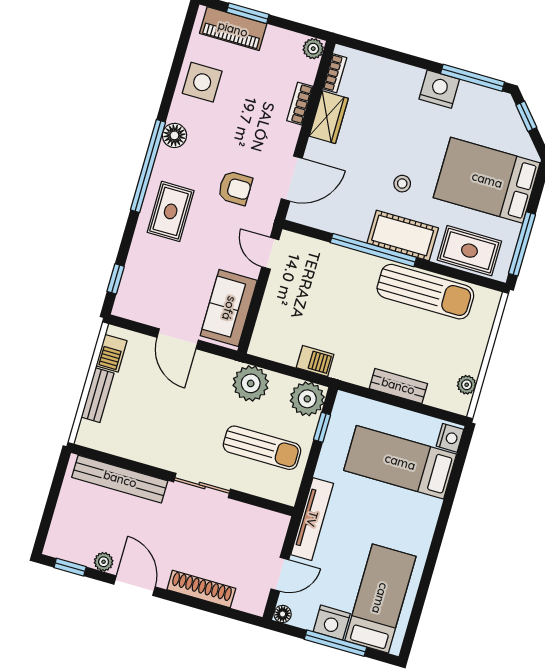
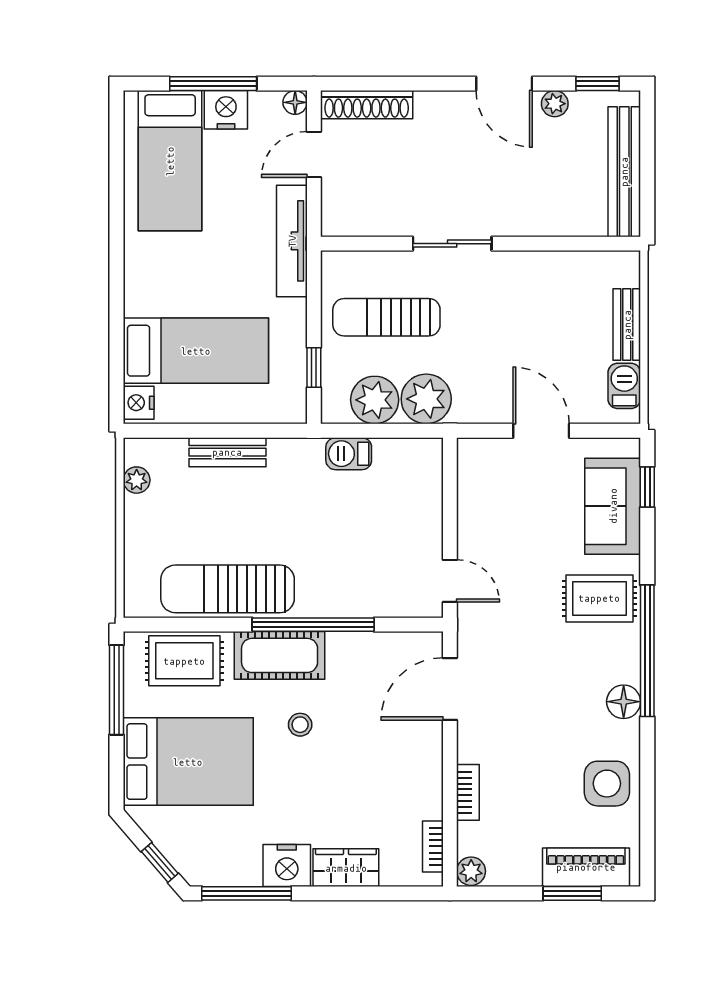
wardrobe: (329, 117) -> (346, 868), moved, turned 90
armchair: (235, 188) -> (522, 655), removed
rug: (171, 211) -> (599, 598), turned 90
sofa: (229, 308) -> (613, 506), moved, turned 180
plant: (307, 399) -> (375, 400), moved
bench: (120, 479) -> (624, 172), moved, turned 90
shoe rack: (201, 589) -> (367, 105), moved

